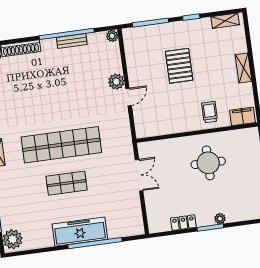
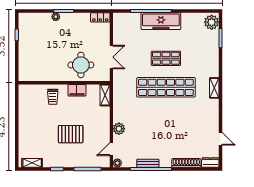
pallet: (179, 66) -> (71, 134), turned 90
shelving: (244, 68) -> (105, 95), moved
door: (128, 97) -> (111, 149), moved
filing cabinet: (242, 116) -> (77, 90), moved
round table: (208, 163) -> (81, 65), moved
double door: (139, 175) -> (111, 57), swing flipped
locker: (183, 223) -> (100, 17), moved

